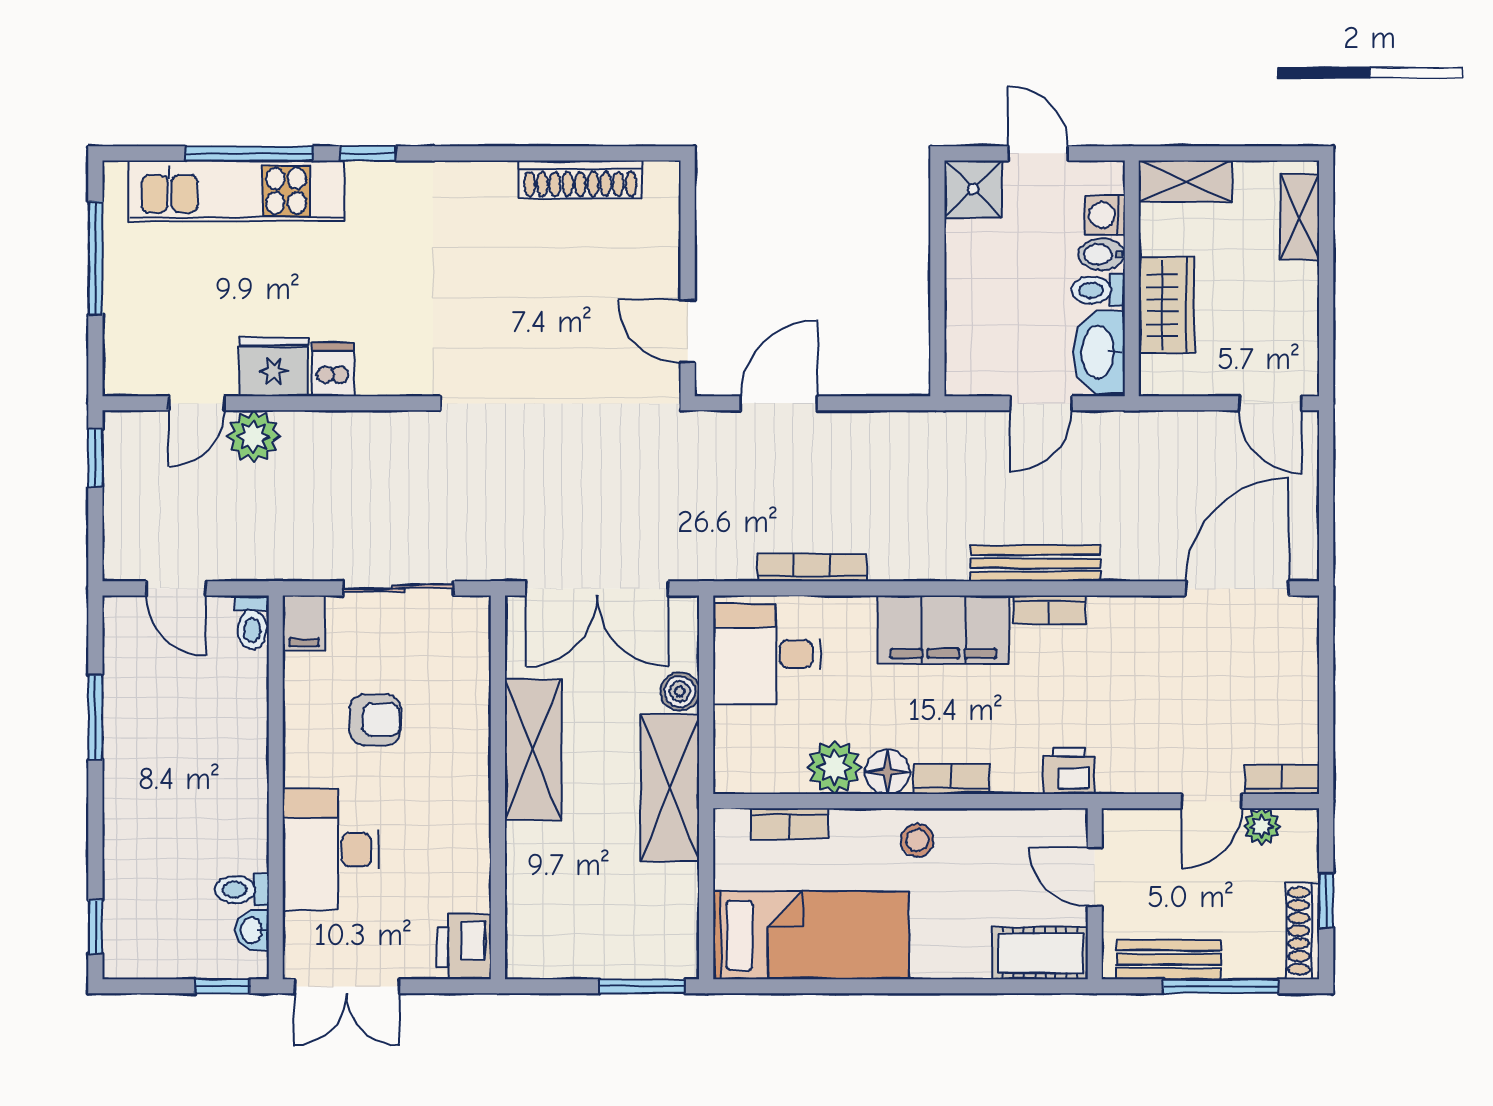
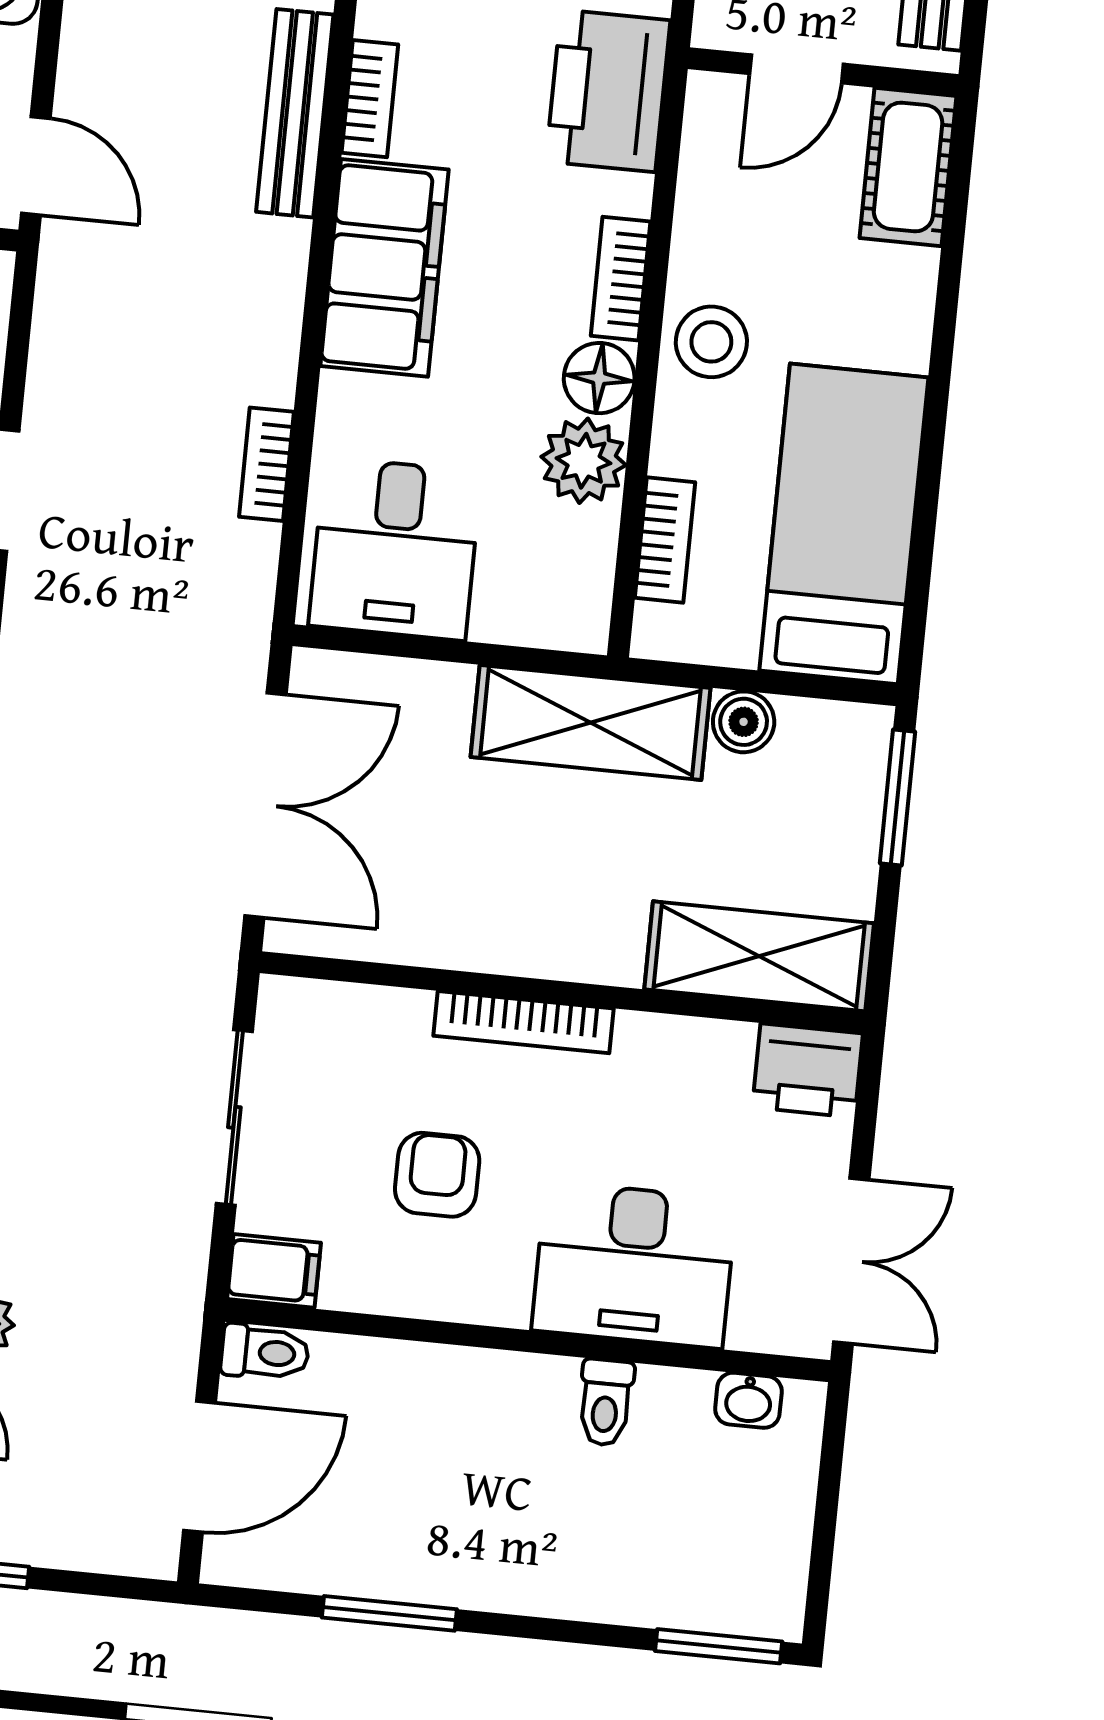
door: (1041, 403) -> (36, 166), moved
bookcase: (812, 567) -> (266, 464), width x0.64
door: (176, 588) -> (199, 1467), width x1.38
boiler: (680, 692) -> (744, 722), moved
shelving: (533, 750) -> (759, 956), moved
bookcase: (477, 765) -> (524, 1022), added
printer: (1069, 771) -> (608, 91), width x1.87, depth x1.48
stool: (917, 840) -> (711, 342), width x1.37, depth x1.37
toilet: (242, 890) -> (605, 1402), moved
window: (95, 927) -> (719, 1646), width x1.50
window: (222, 986) -> (832, 1457), removed

